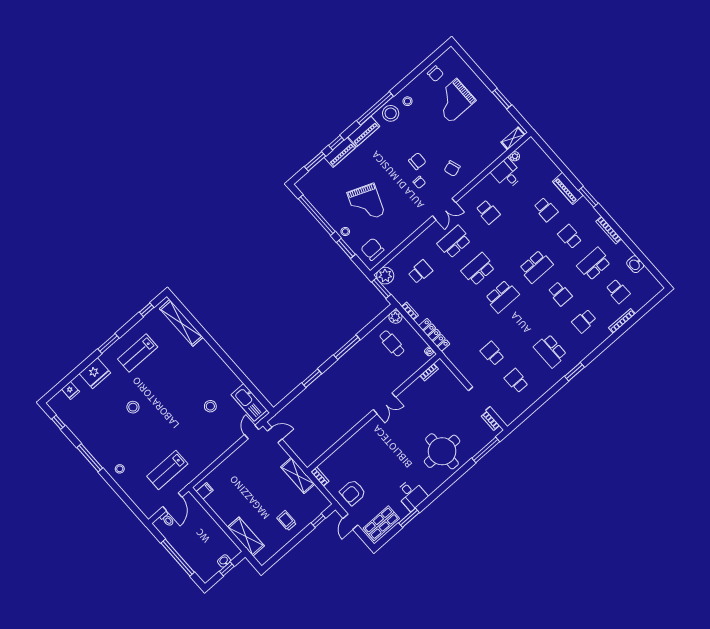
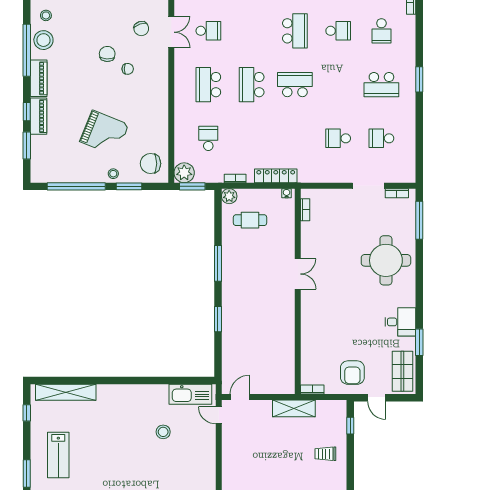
double door: (444, 209) -> (171, 32), moved
school desk: (502, 296) -> (295, 85), turned -90

